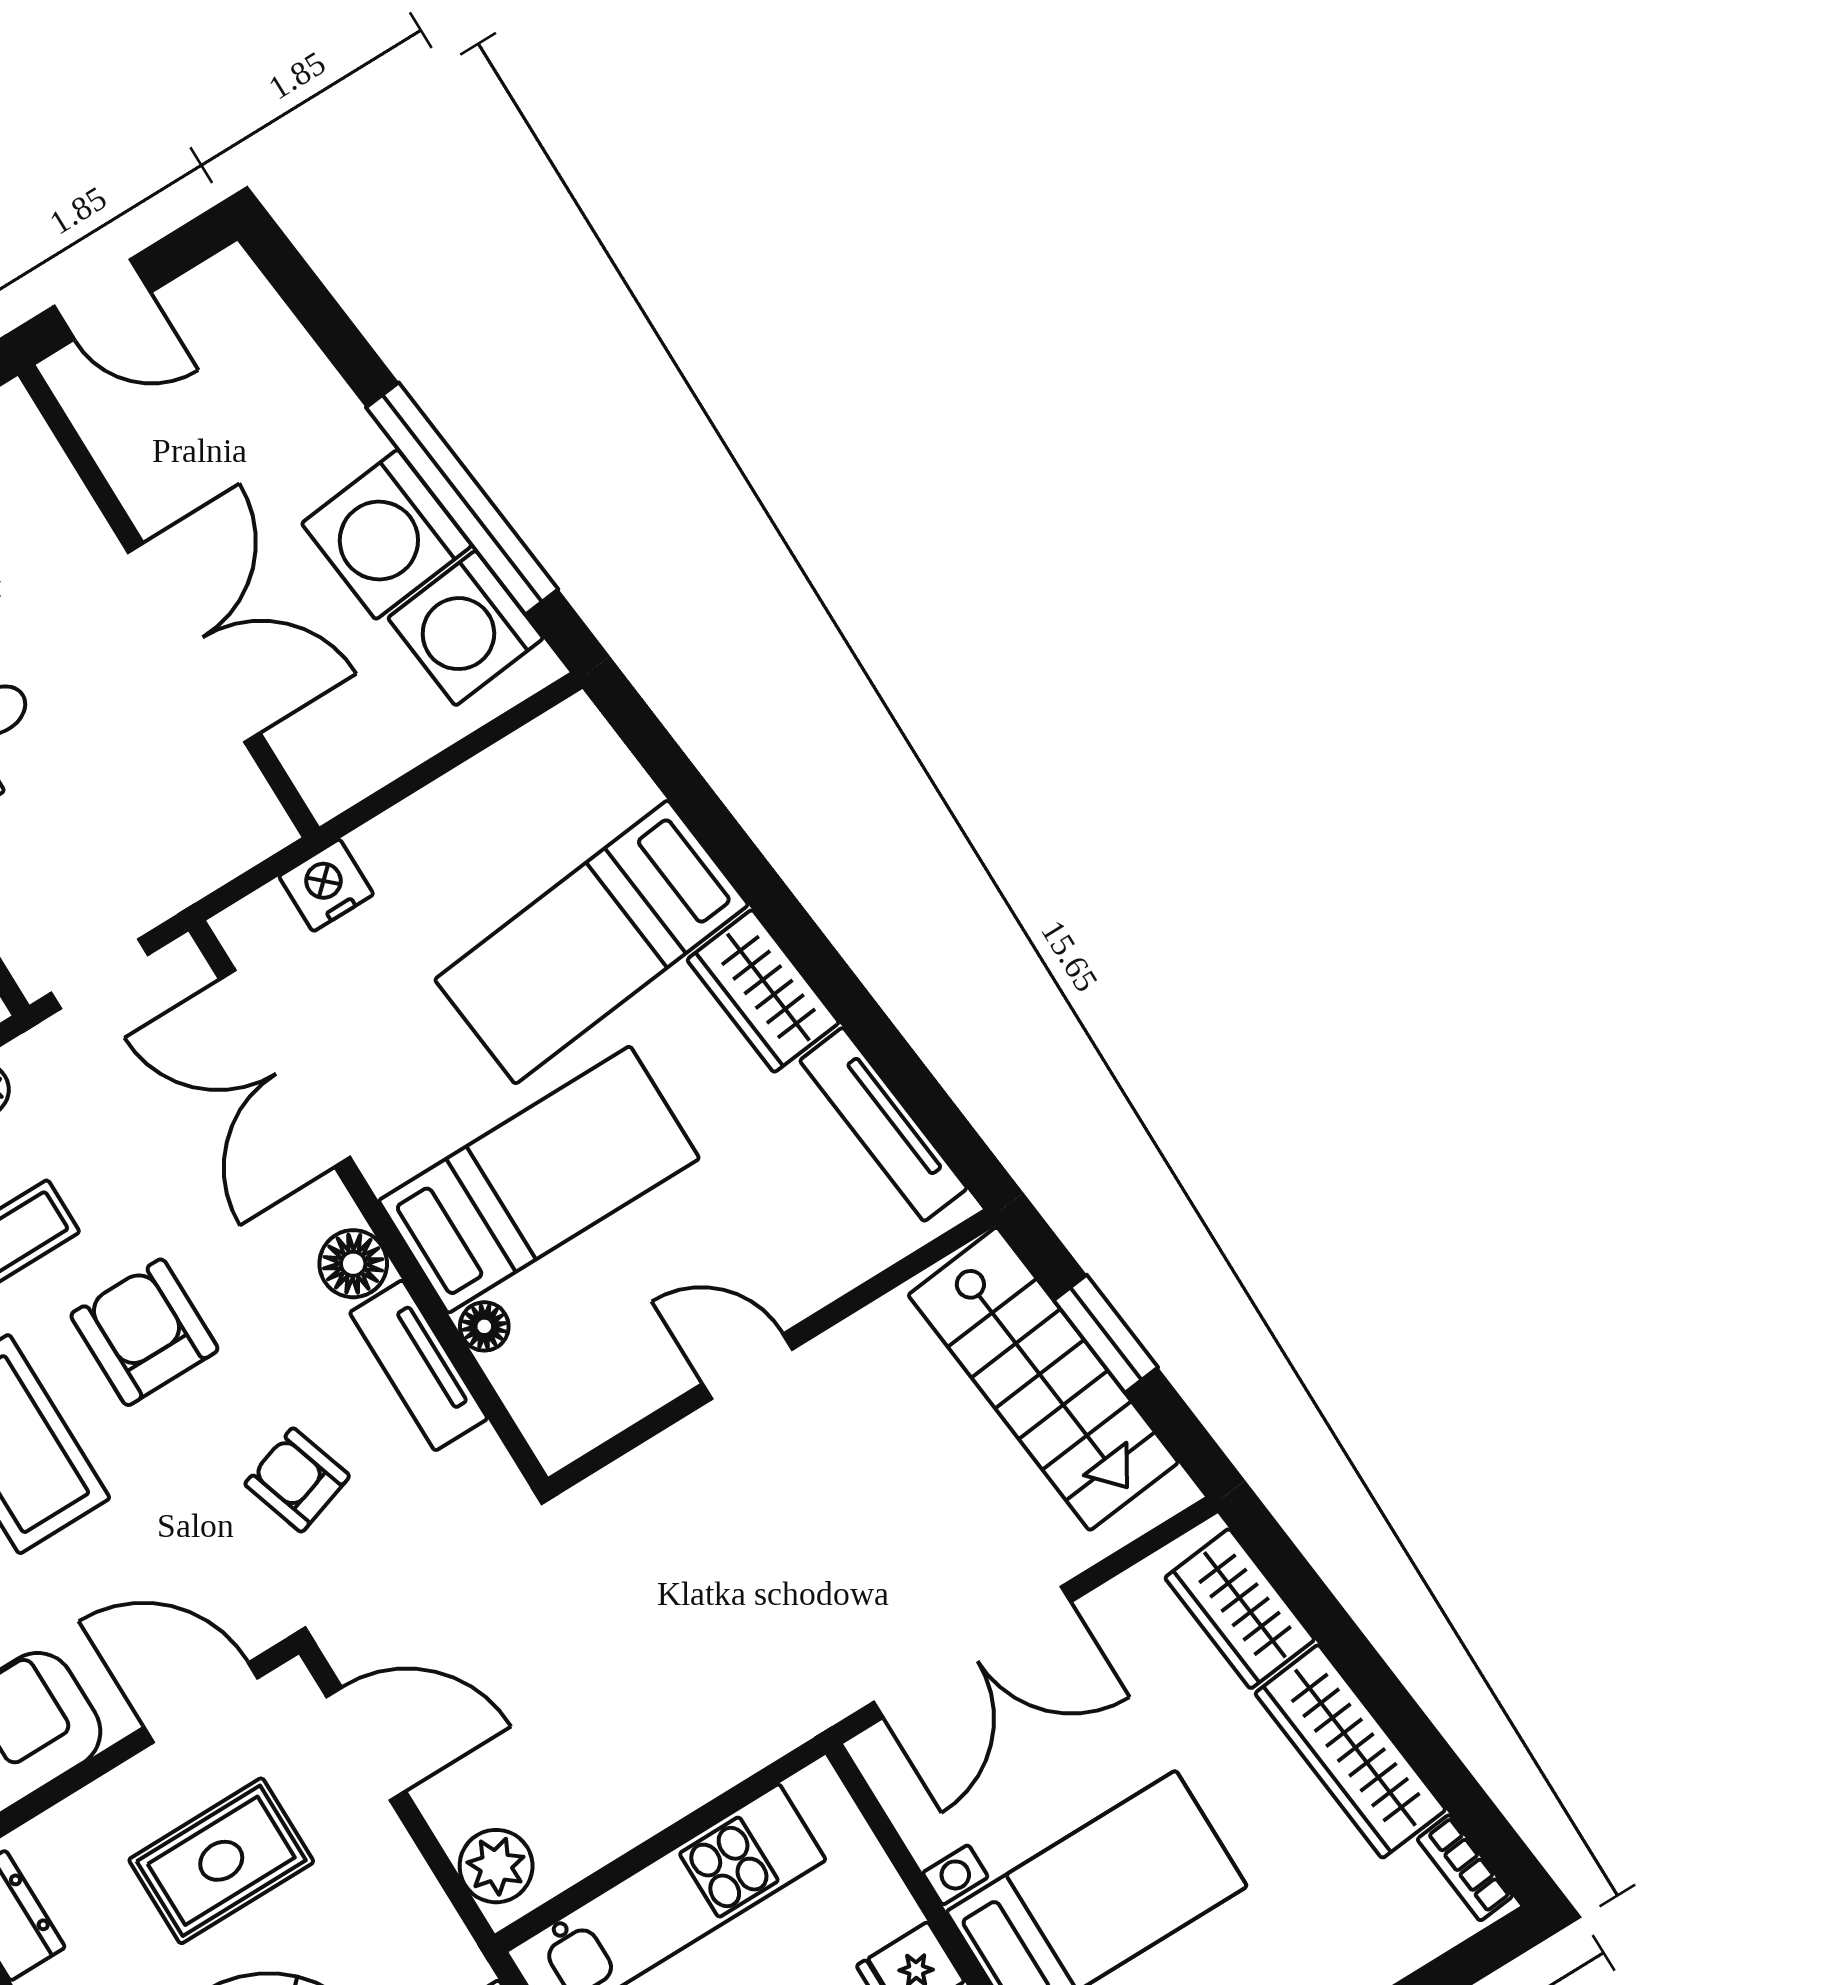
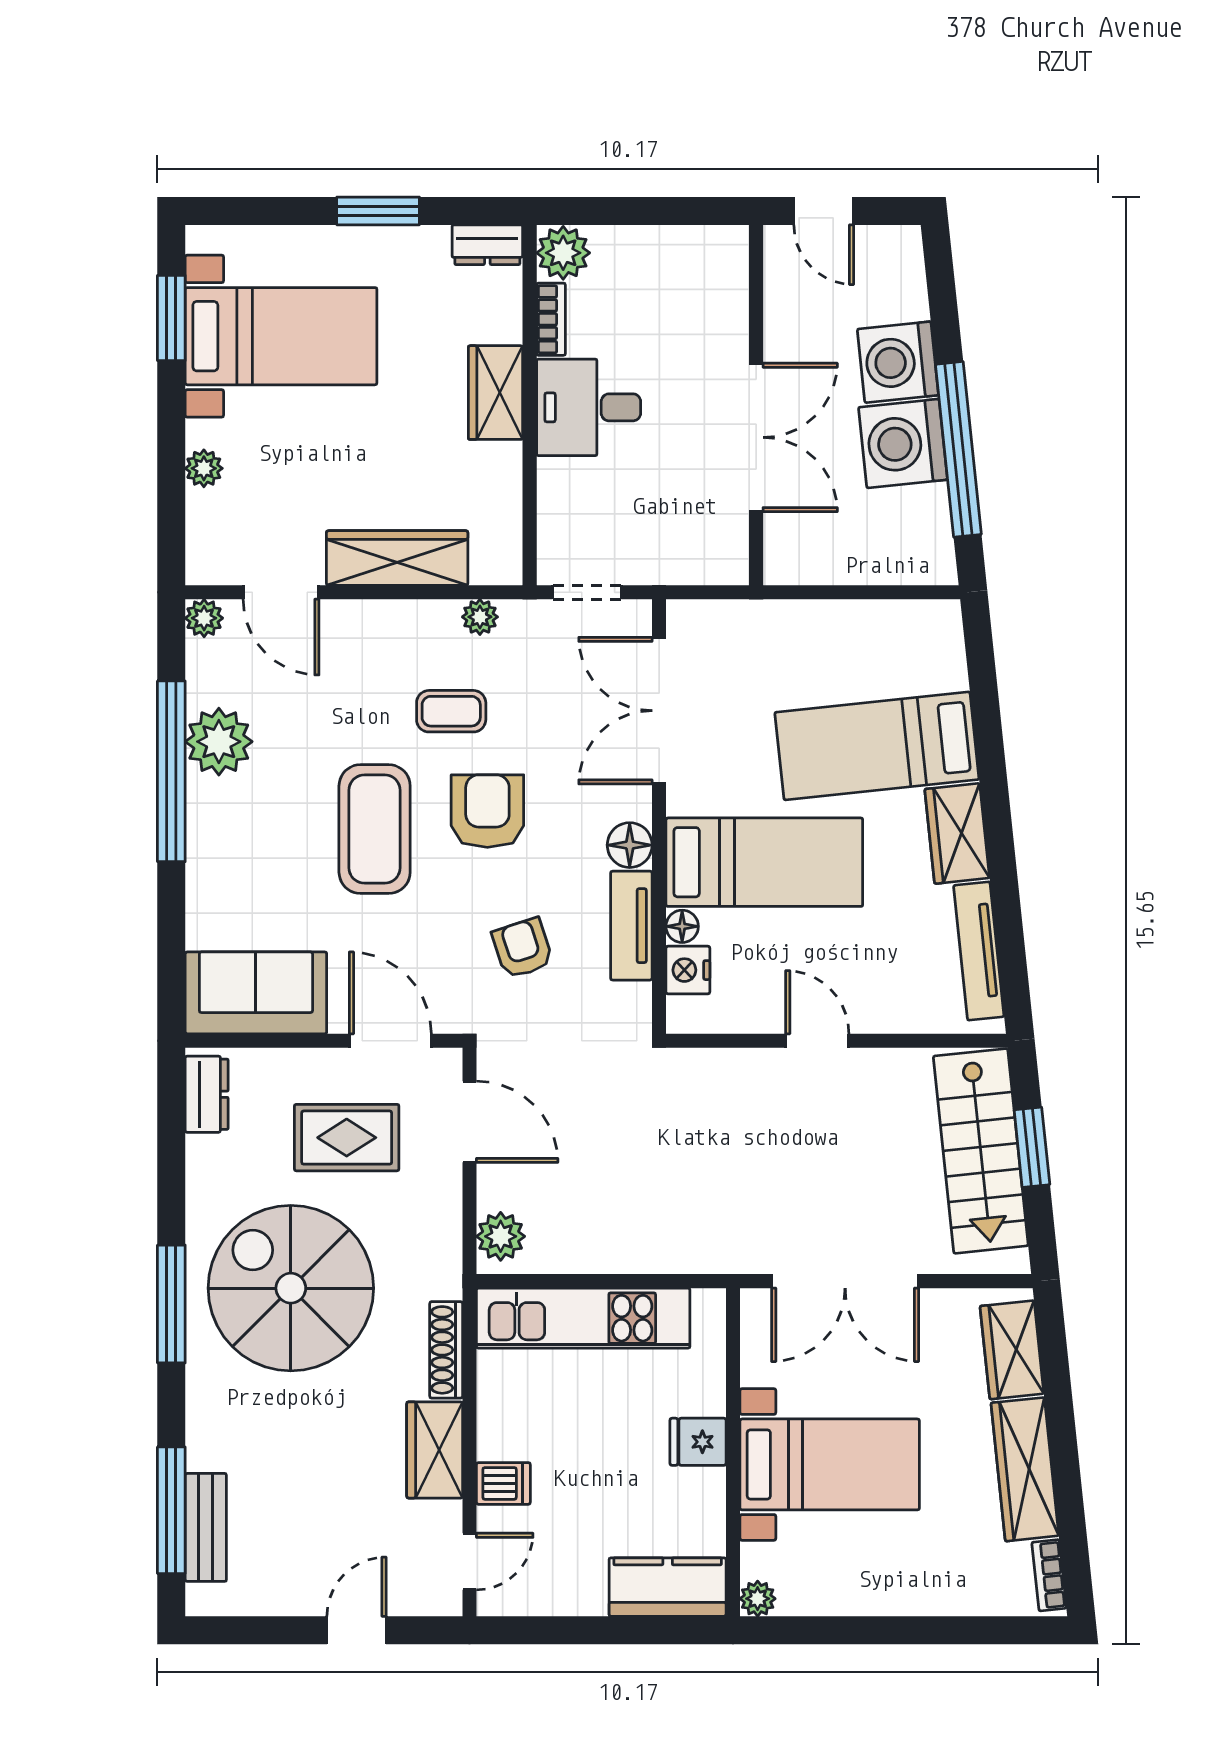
washing machine: (466, 628) -> (898, 362), moved
nightstand: (326, 885) -> (688, 970), moved, turned -90

